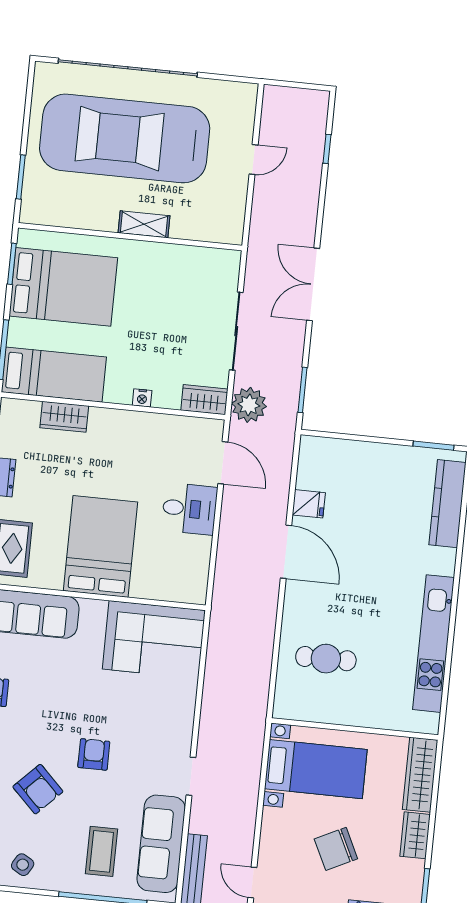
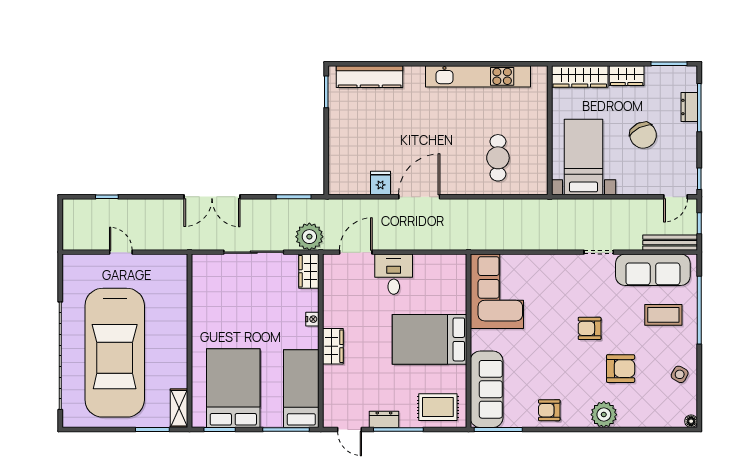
shelving: (144, 224) -> (179, 408), moved
wardrobe: (64, 417) -> (333, 346), moved
armchair: (38, 789) -> (621, 369), turned 45

